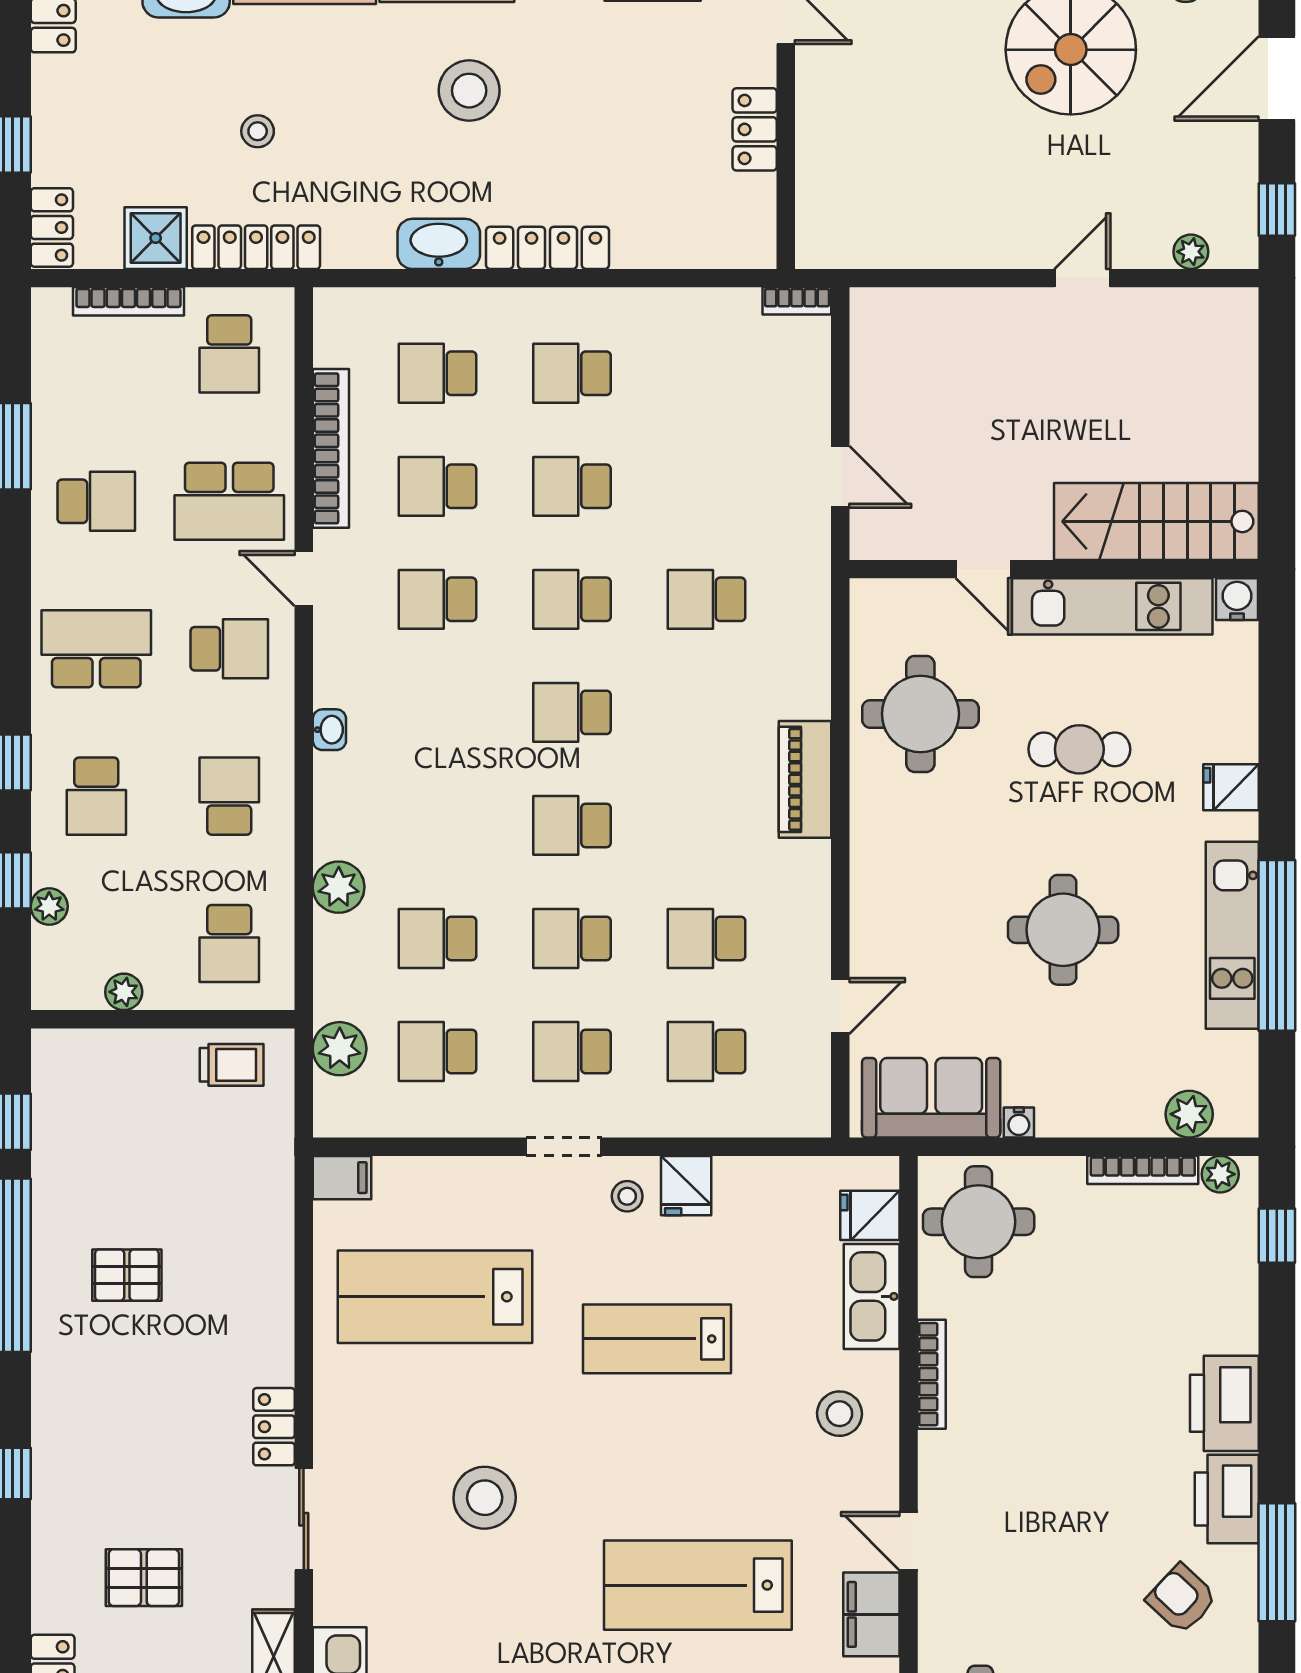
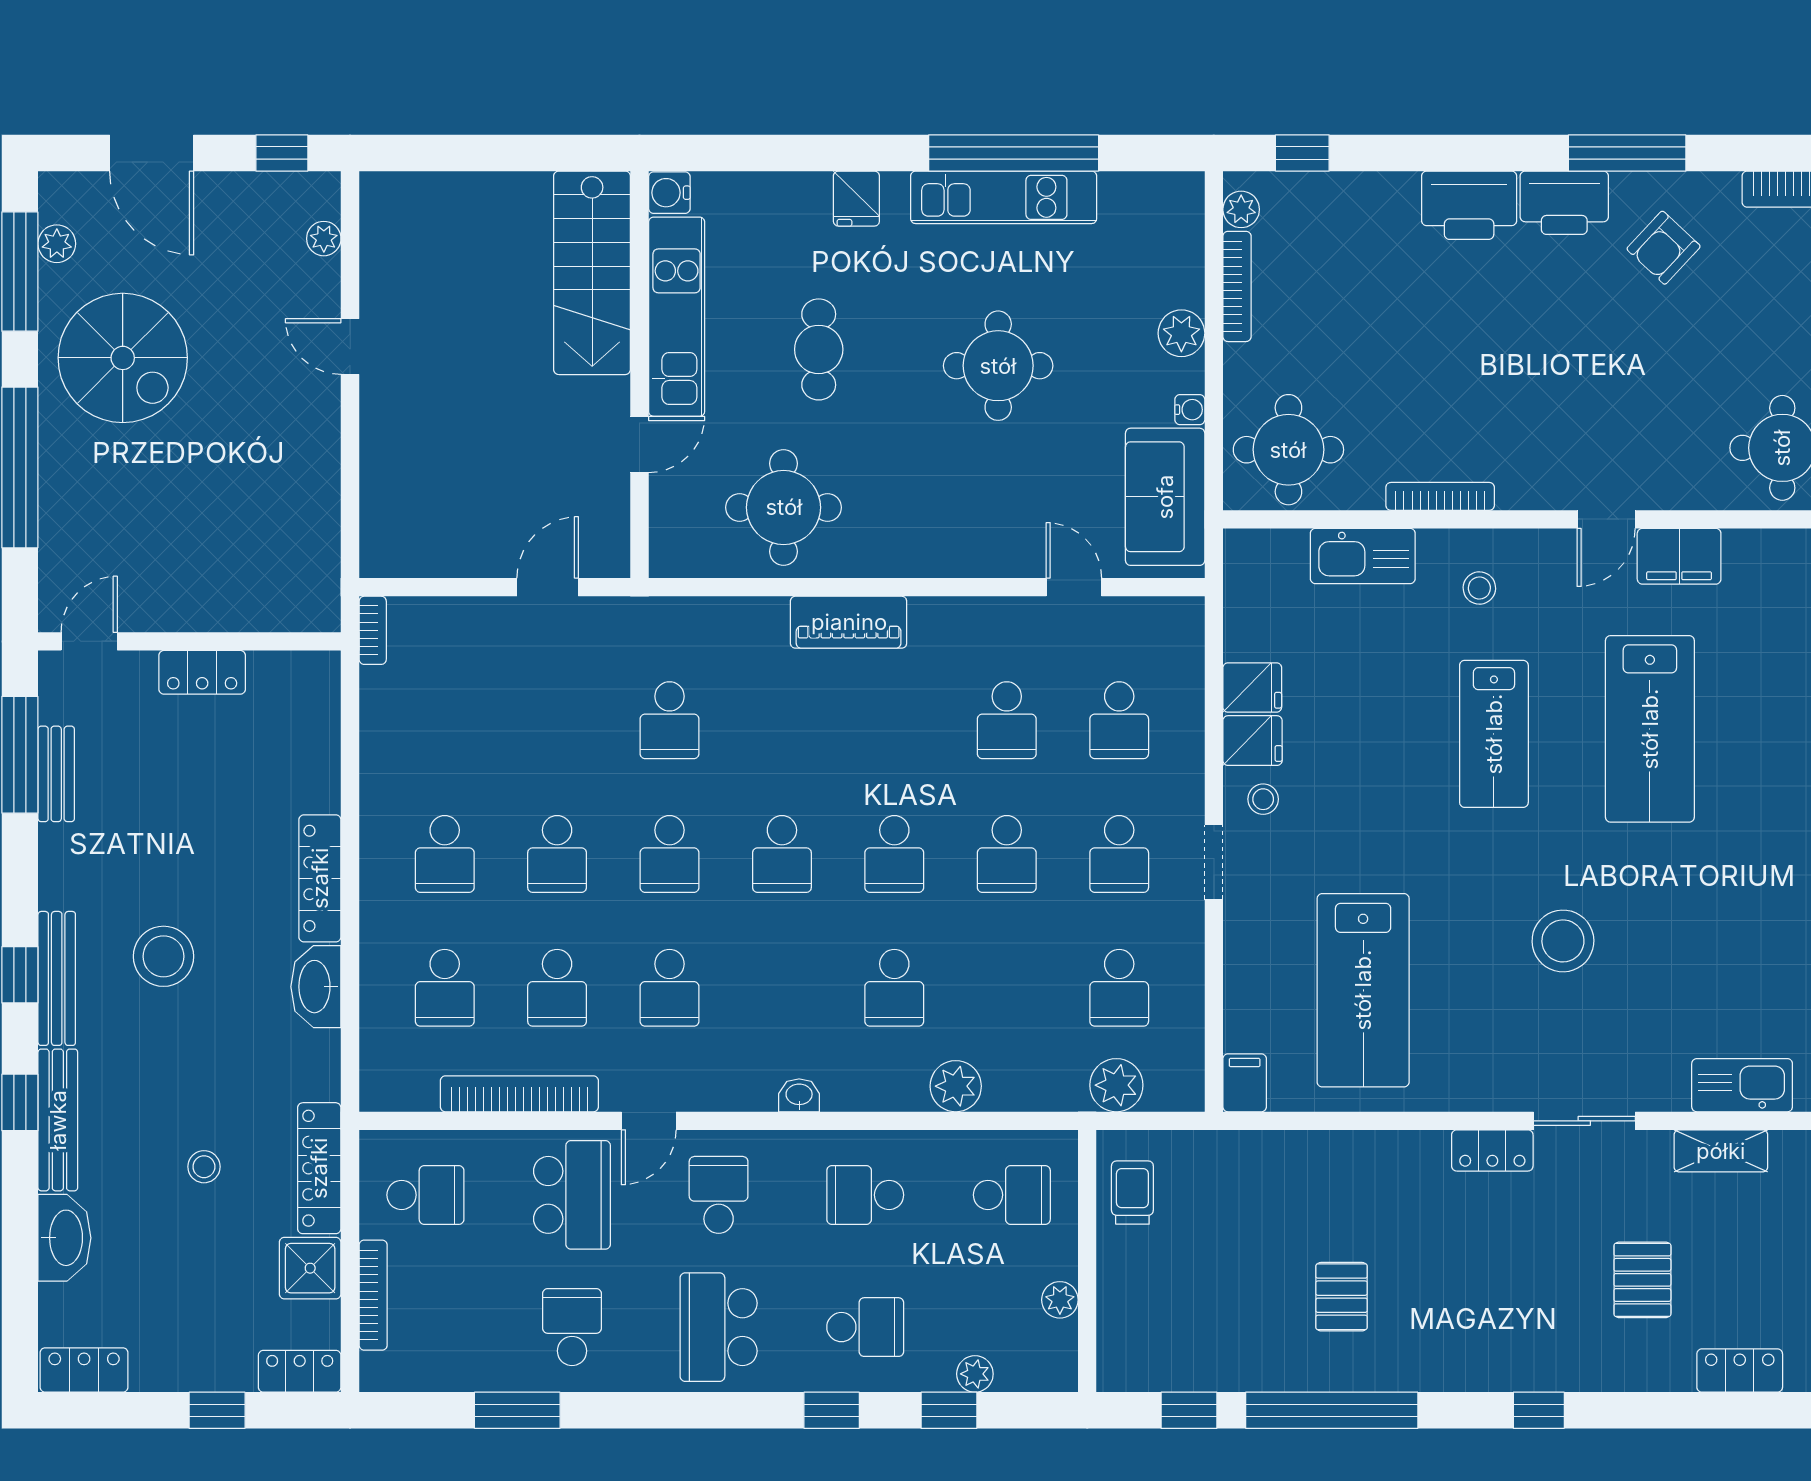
school desk: (437, 938) -> (894, 988), moved
plant: (1189, 1114) -> (1181, 333), moved
fridge: (870, 1215) -> (1252, 687), moved, turned -90
lab bench: (657, 1339) -> (1494, 734), moved
stool: (839, 1414) -> (1479, 588), width x0.73, depth x0.73

